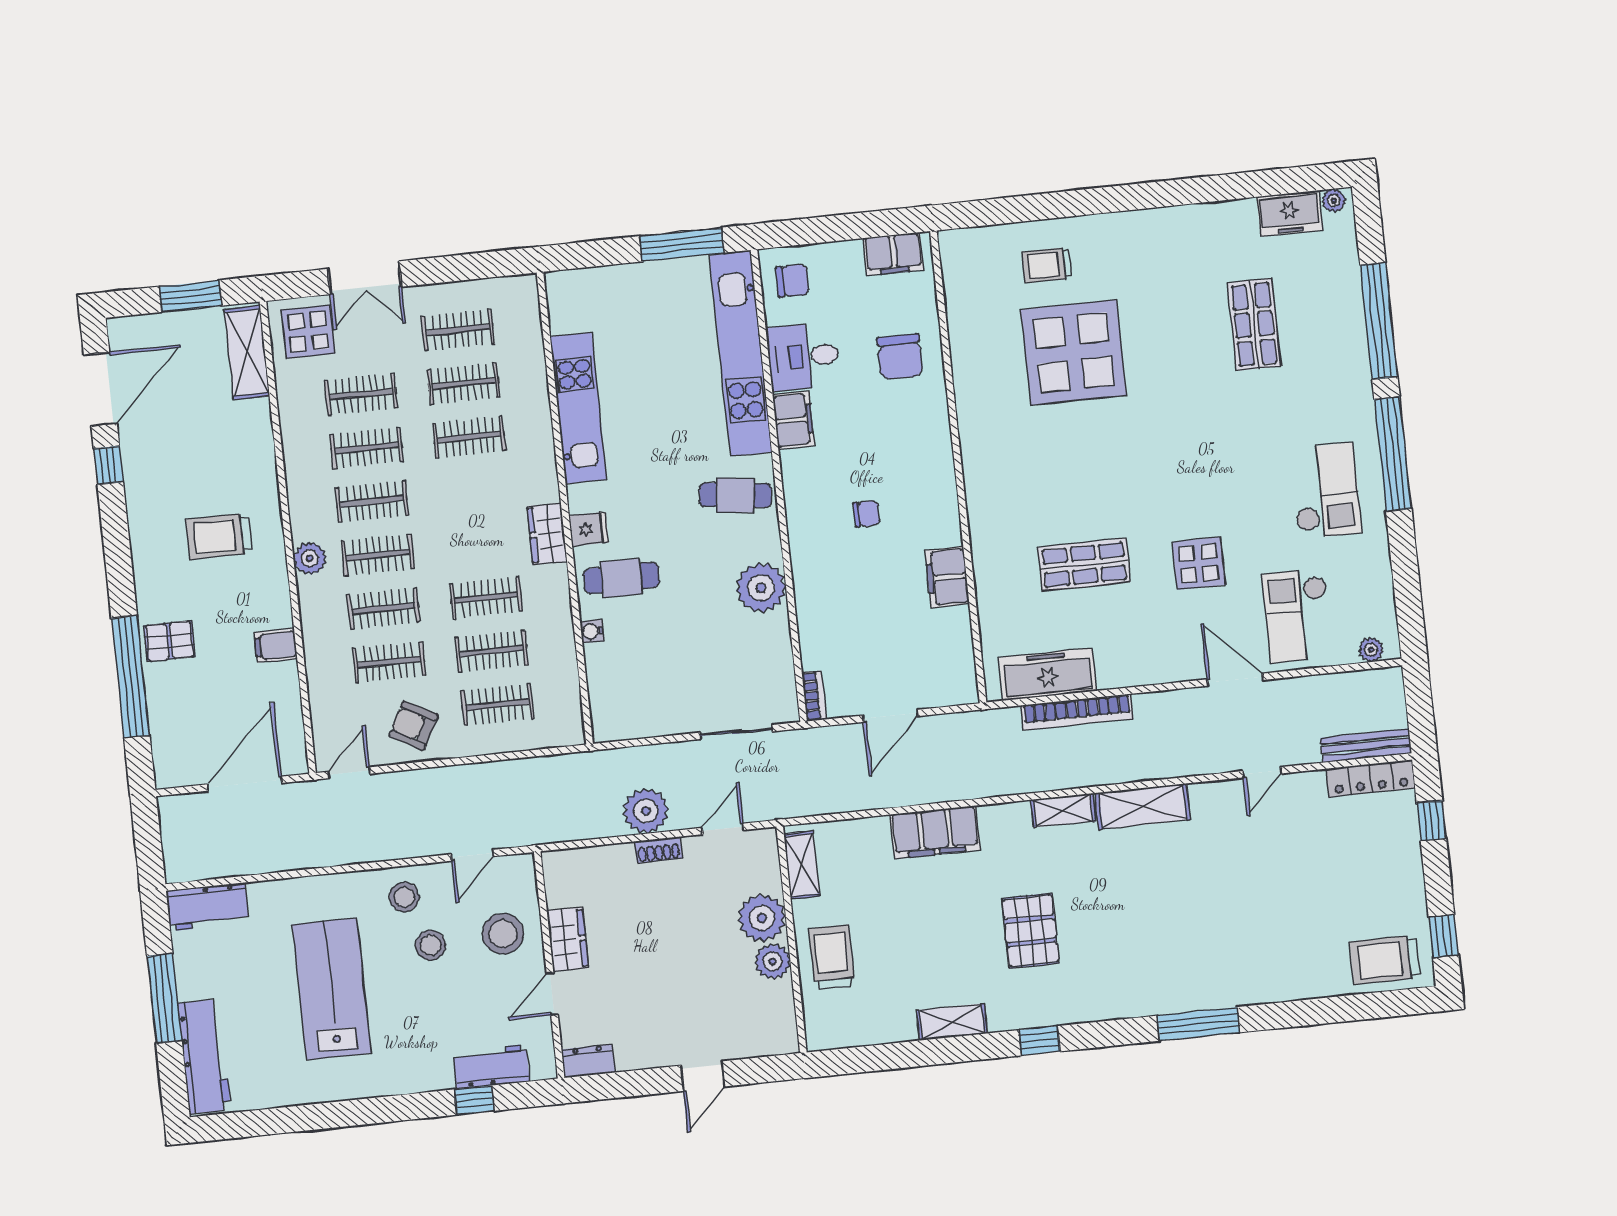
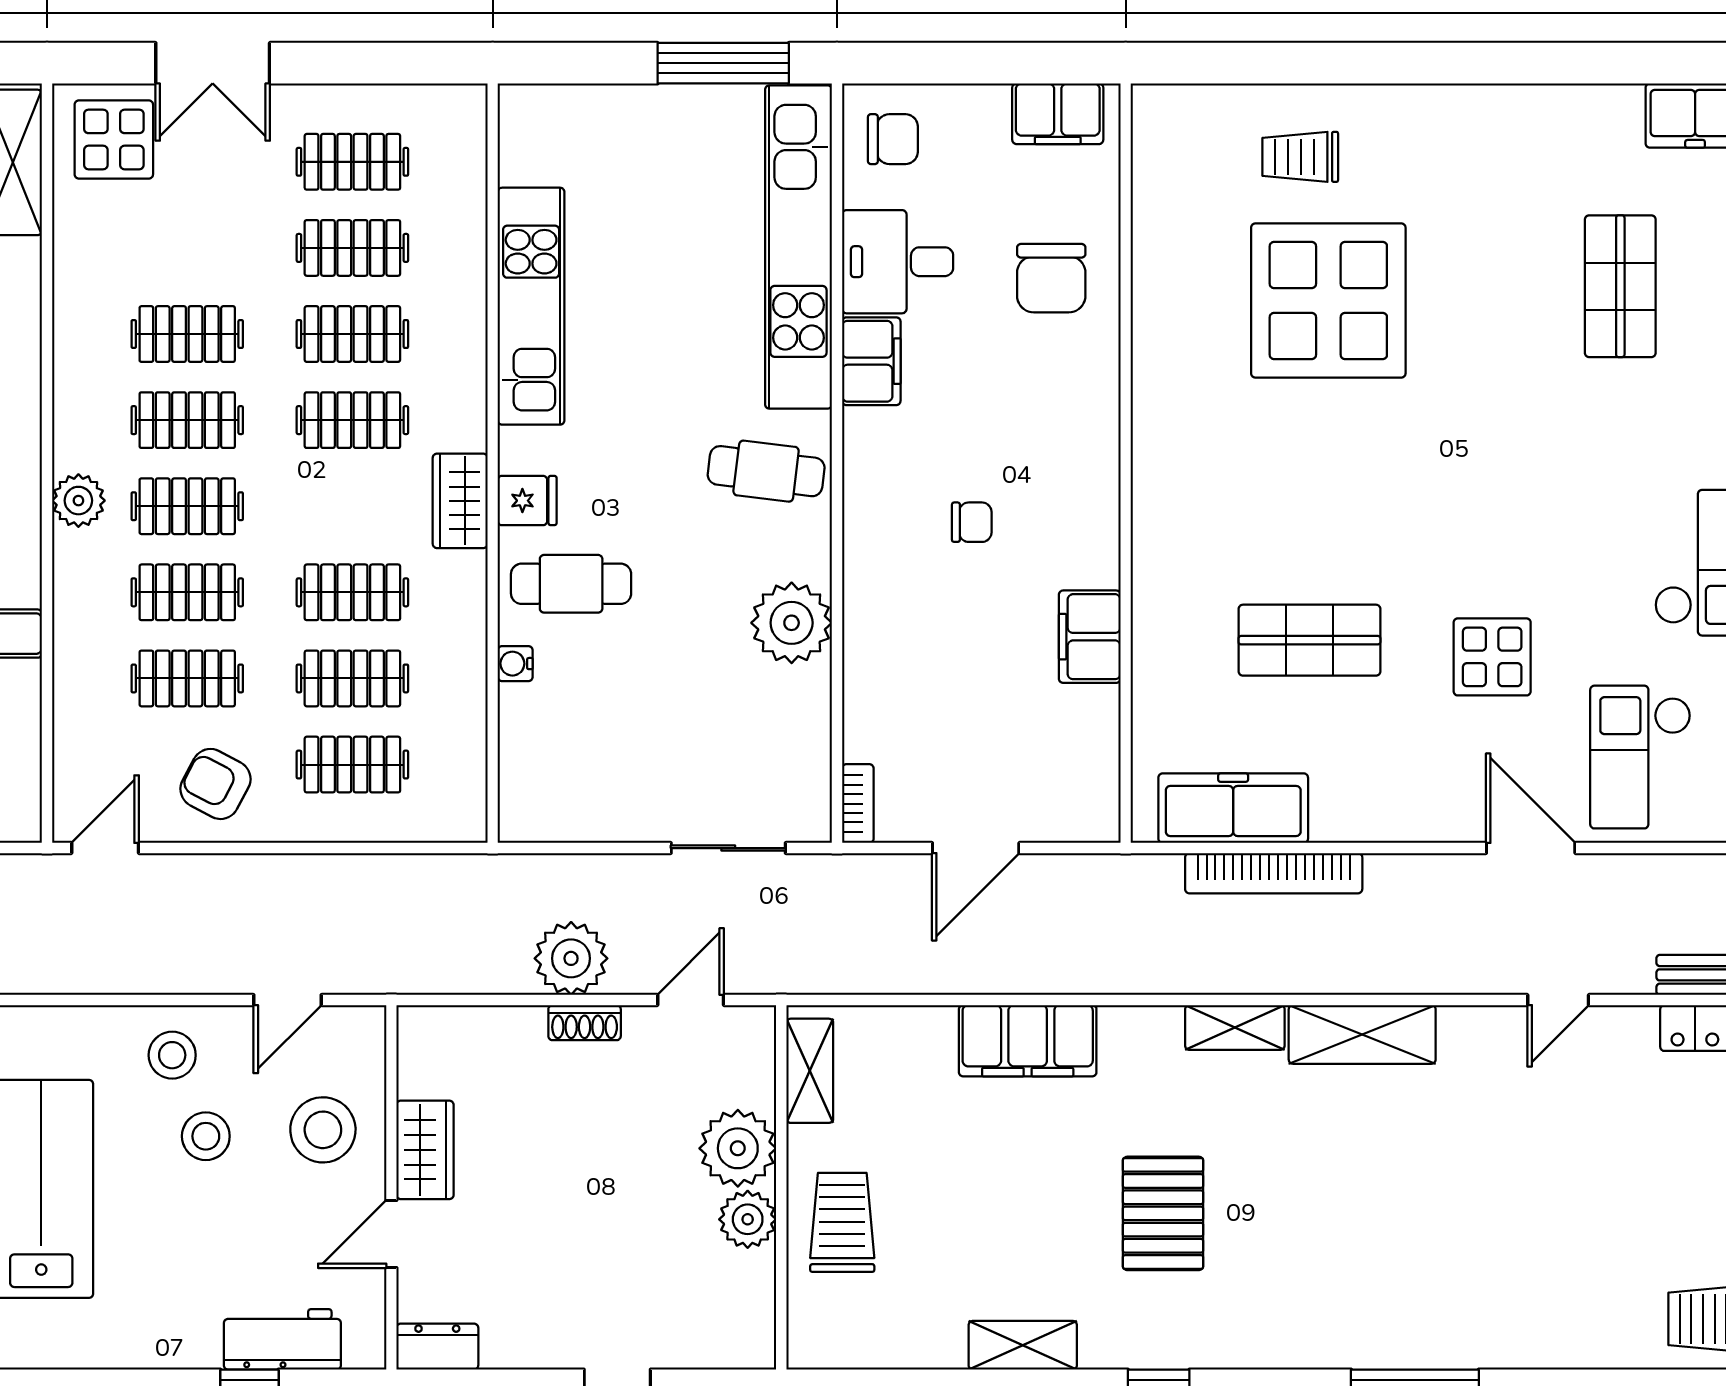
clothes rail: (361, 394) -> (352, 420), moved

